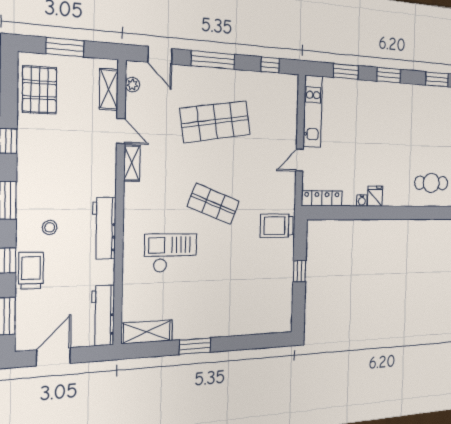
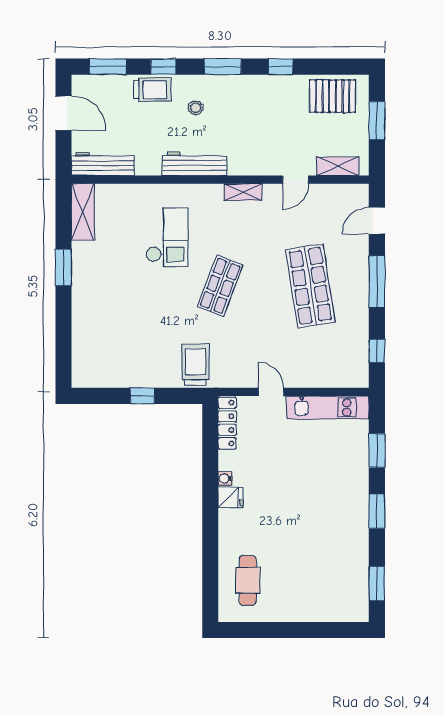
plant: (132, 85) -> (344, 191), removed
shelving: (132, 163) -> (243, 192), moved

